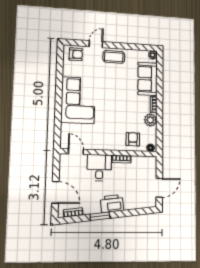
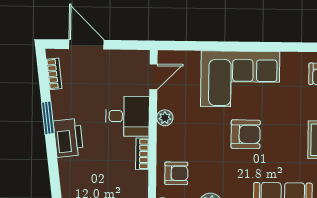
armchair: (110, 98) -> (246, 134), added
plant: (100, 145) -> (165, 118), added
door: (55, 192) -> (86, 44), swing flipped

